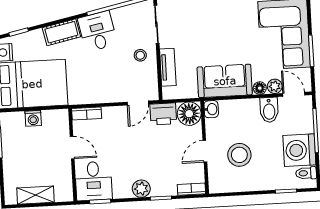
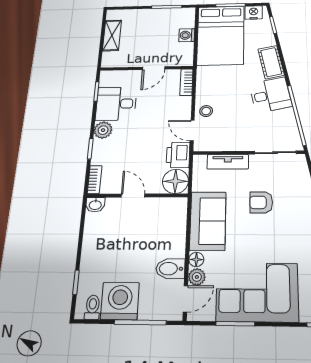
armchair: (205, 35) -> (261, 202), added
stool: (140, 55) -> (206, 111), moved
washbasin: (211, 109) -> (95, 205), moved
stool: (239, 155) -> (124, 232), removed
desk: (94, 181) -> (116, 104), moved

